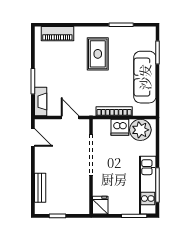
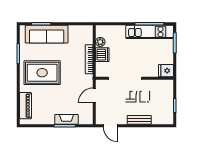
rug: (98, 54) -> (42, 73), width x1.36, depth x1.43
sofa: (145, 77) -> (47, 34), moved
fireplace: (41, 102) -> (66, 119), moved
plant: (140, 130) -> (100, 42), width x0.53, depth x0.53
door: (33, 137) -> (111, 126), swing flipped
bench: (40, 188) -> (139, 120), moved

